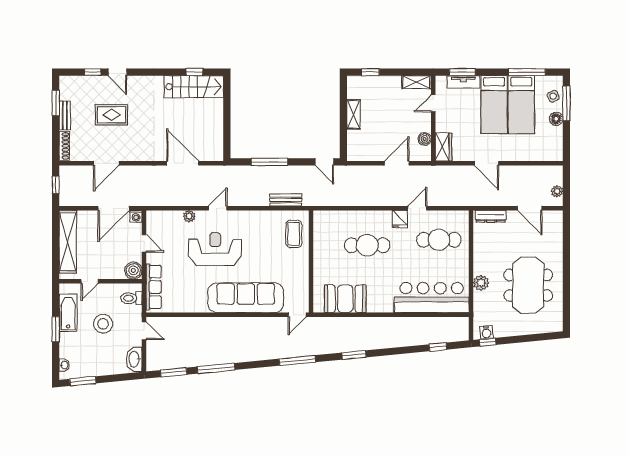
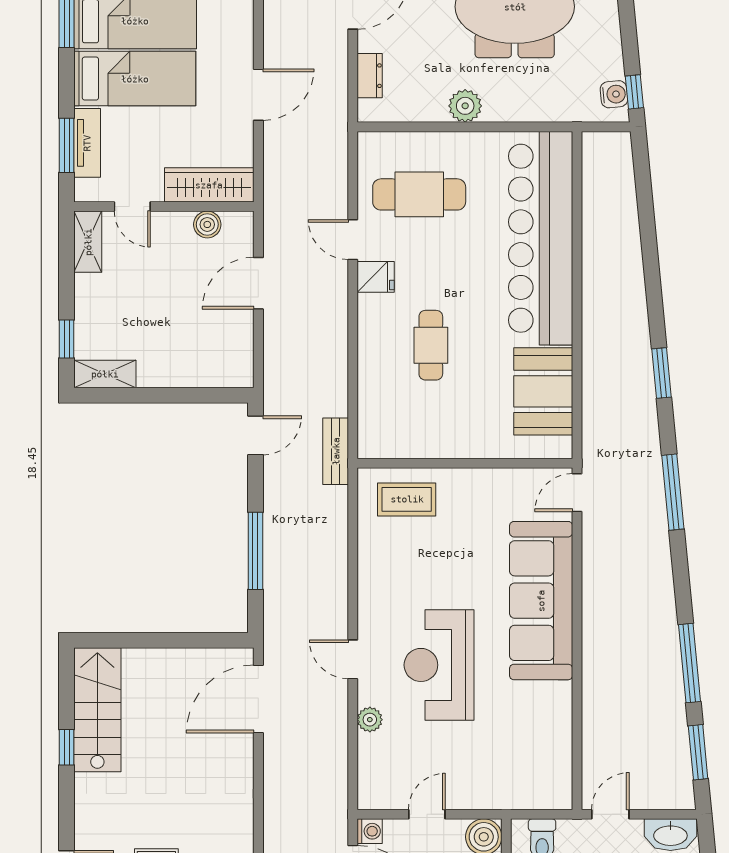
window: (194, 72) -> (67, 747), moved
shelving: (353, 114) -> (105, 374), moved
wardrobe: (443, 147) -> (209, 185), width x1.50
door: (183, 163) -> (258, 699), moved
door: (397, 163) -> (258, 283), hinge flipped
bench: (286, 200) -> (336, 451), moved
dresser: (491, 216) -> (370, 76), width x0.70
cafe table: (439, 240) -> (419, 194), turned 90
cafe table: (367, 245) -> (431, 345), width x0.73, depth x0.74
plant: (481, 283) -> (465, 106), moved
row of seats: (154, 287) -> (518, 794), removed
bar counter: (432, 298) -> (541, 238), width x1.36
door: (297, 315) -> (577, 493), swing flipped
window: (438, 347) -> (644, 196), removed

